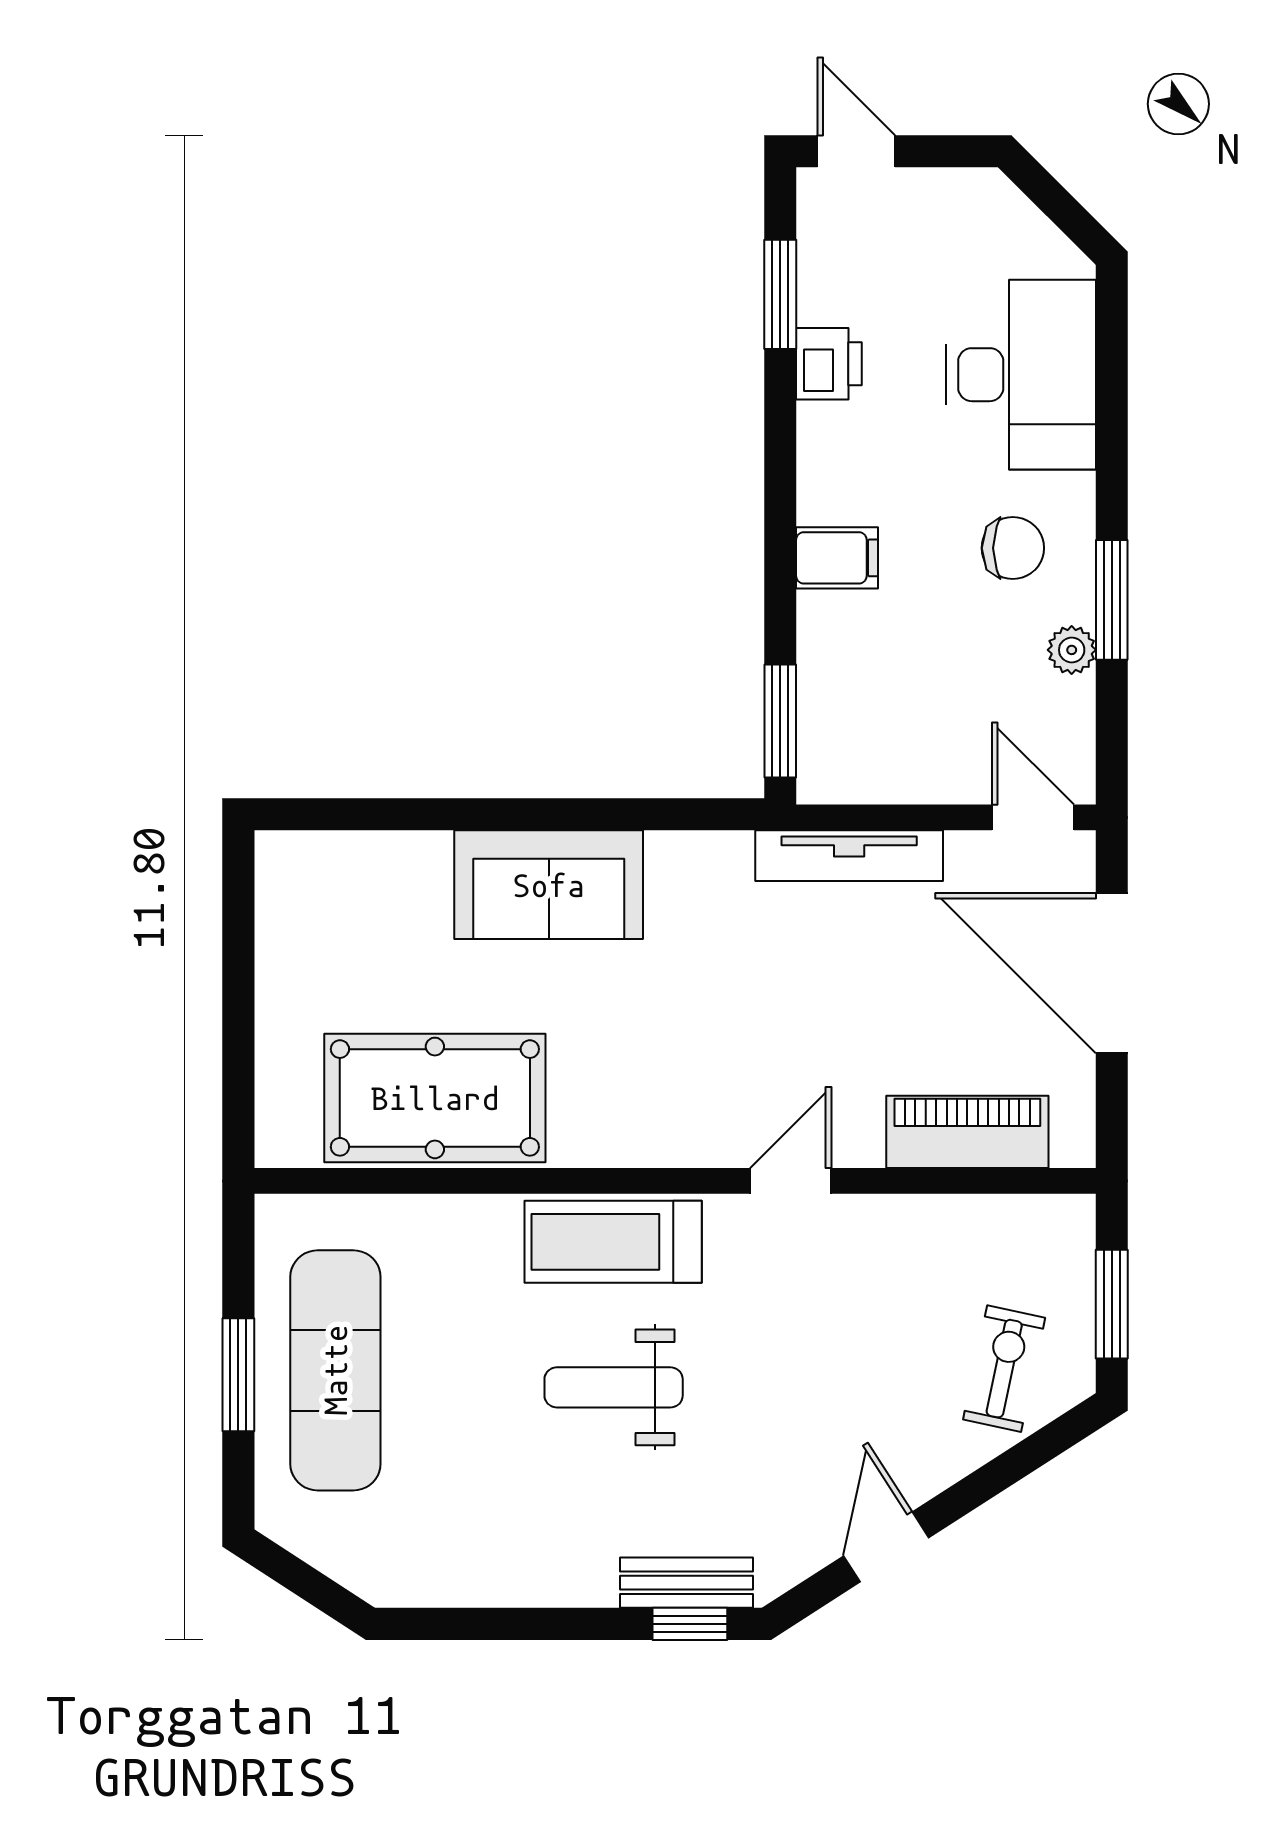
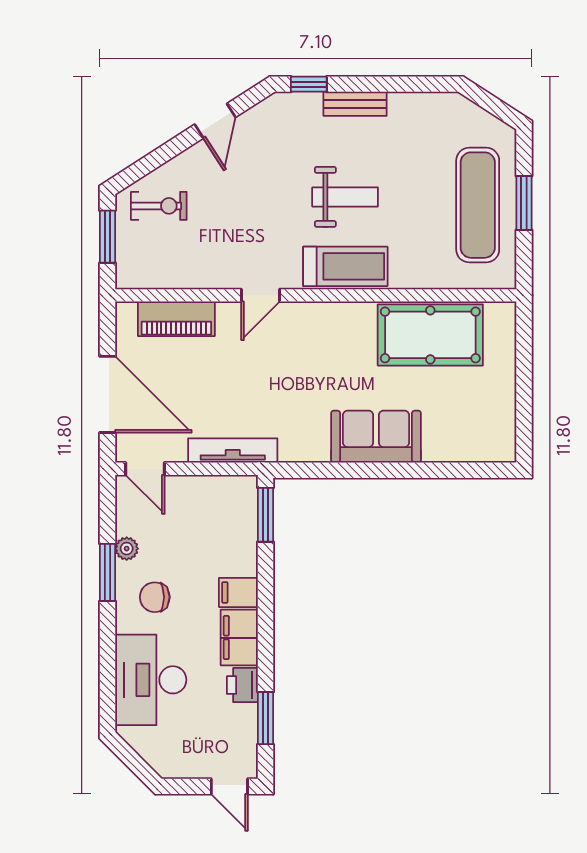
filing cabinet: (835, 463) -> (239, 638), added
exercise bike: (1004, 1369) -> (159, 206), turned -102
bench: (687, 1583) -> (355, 104), moved

